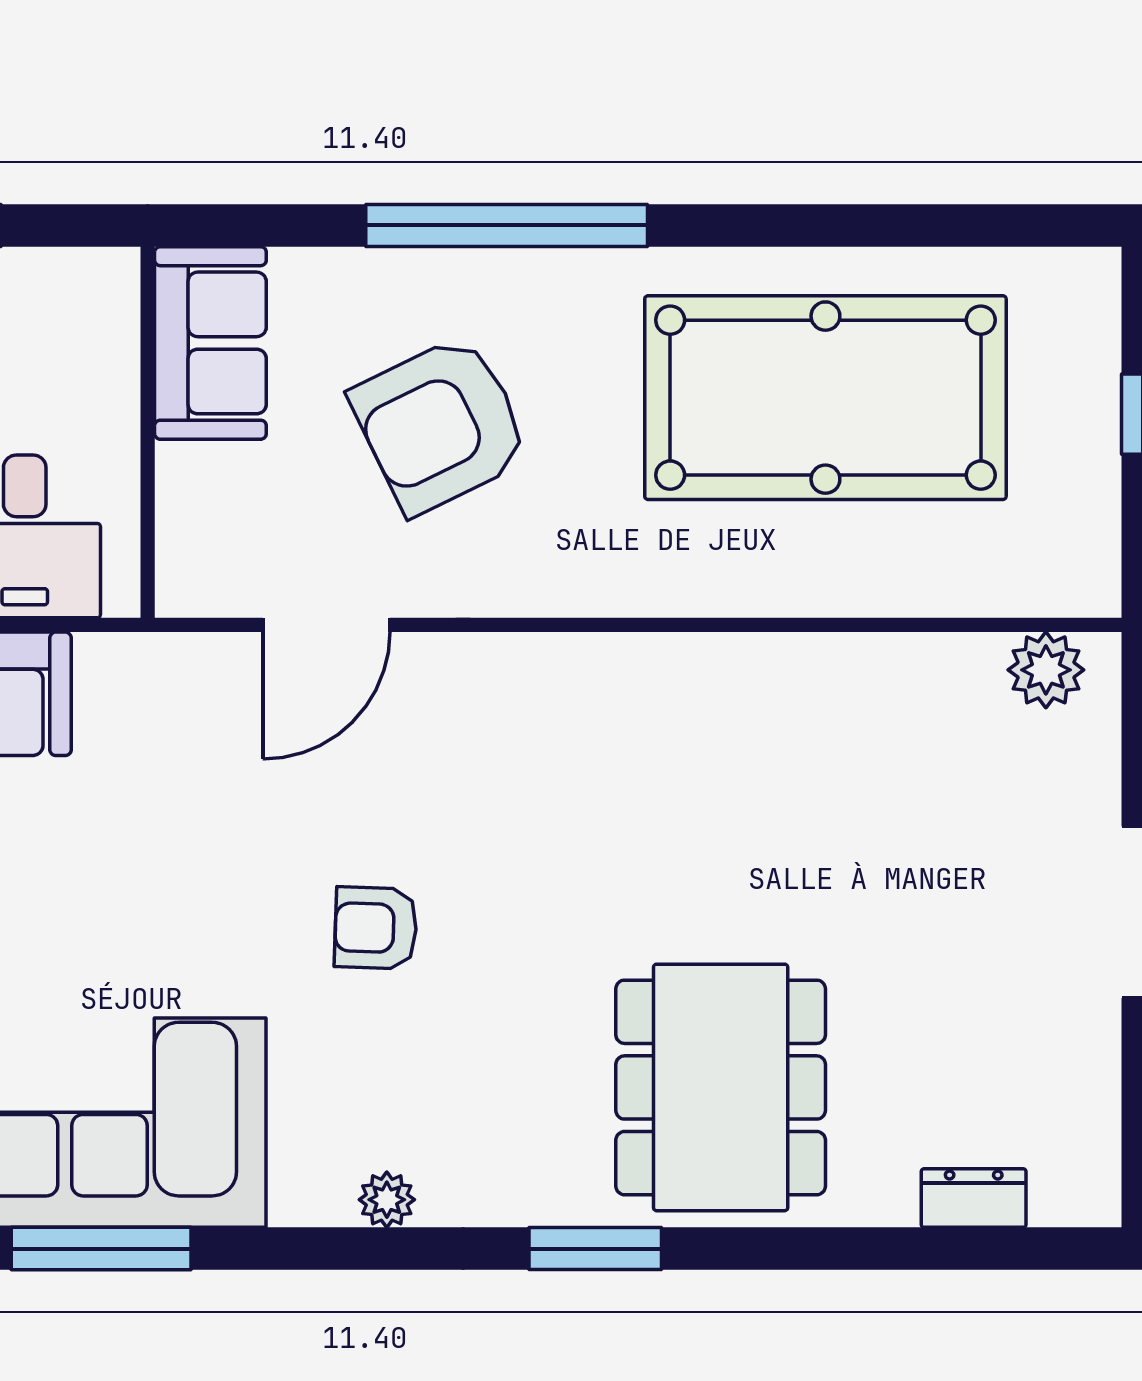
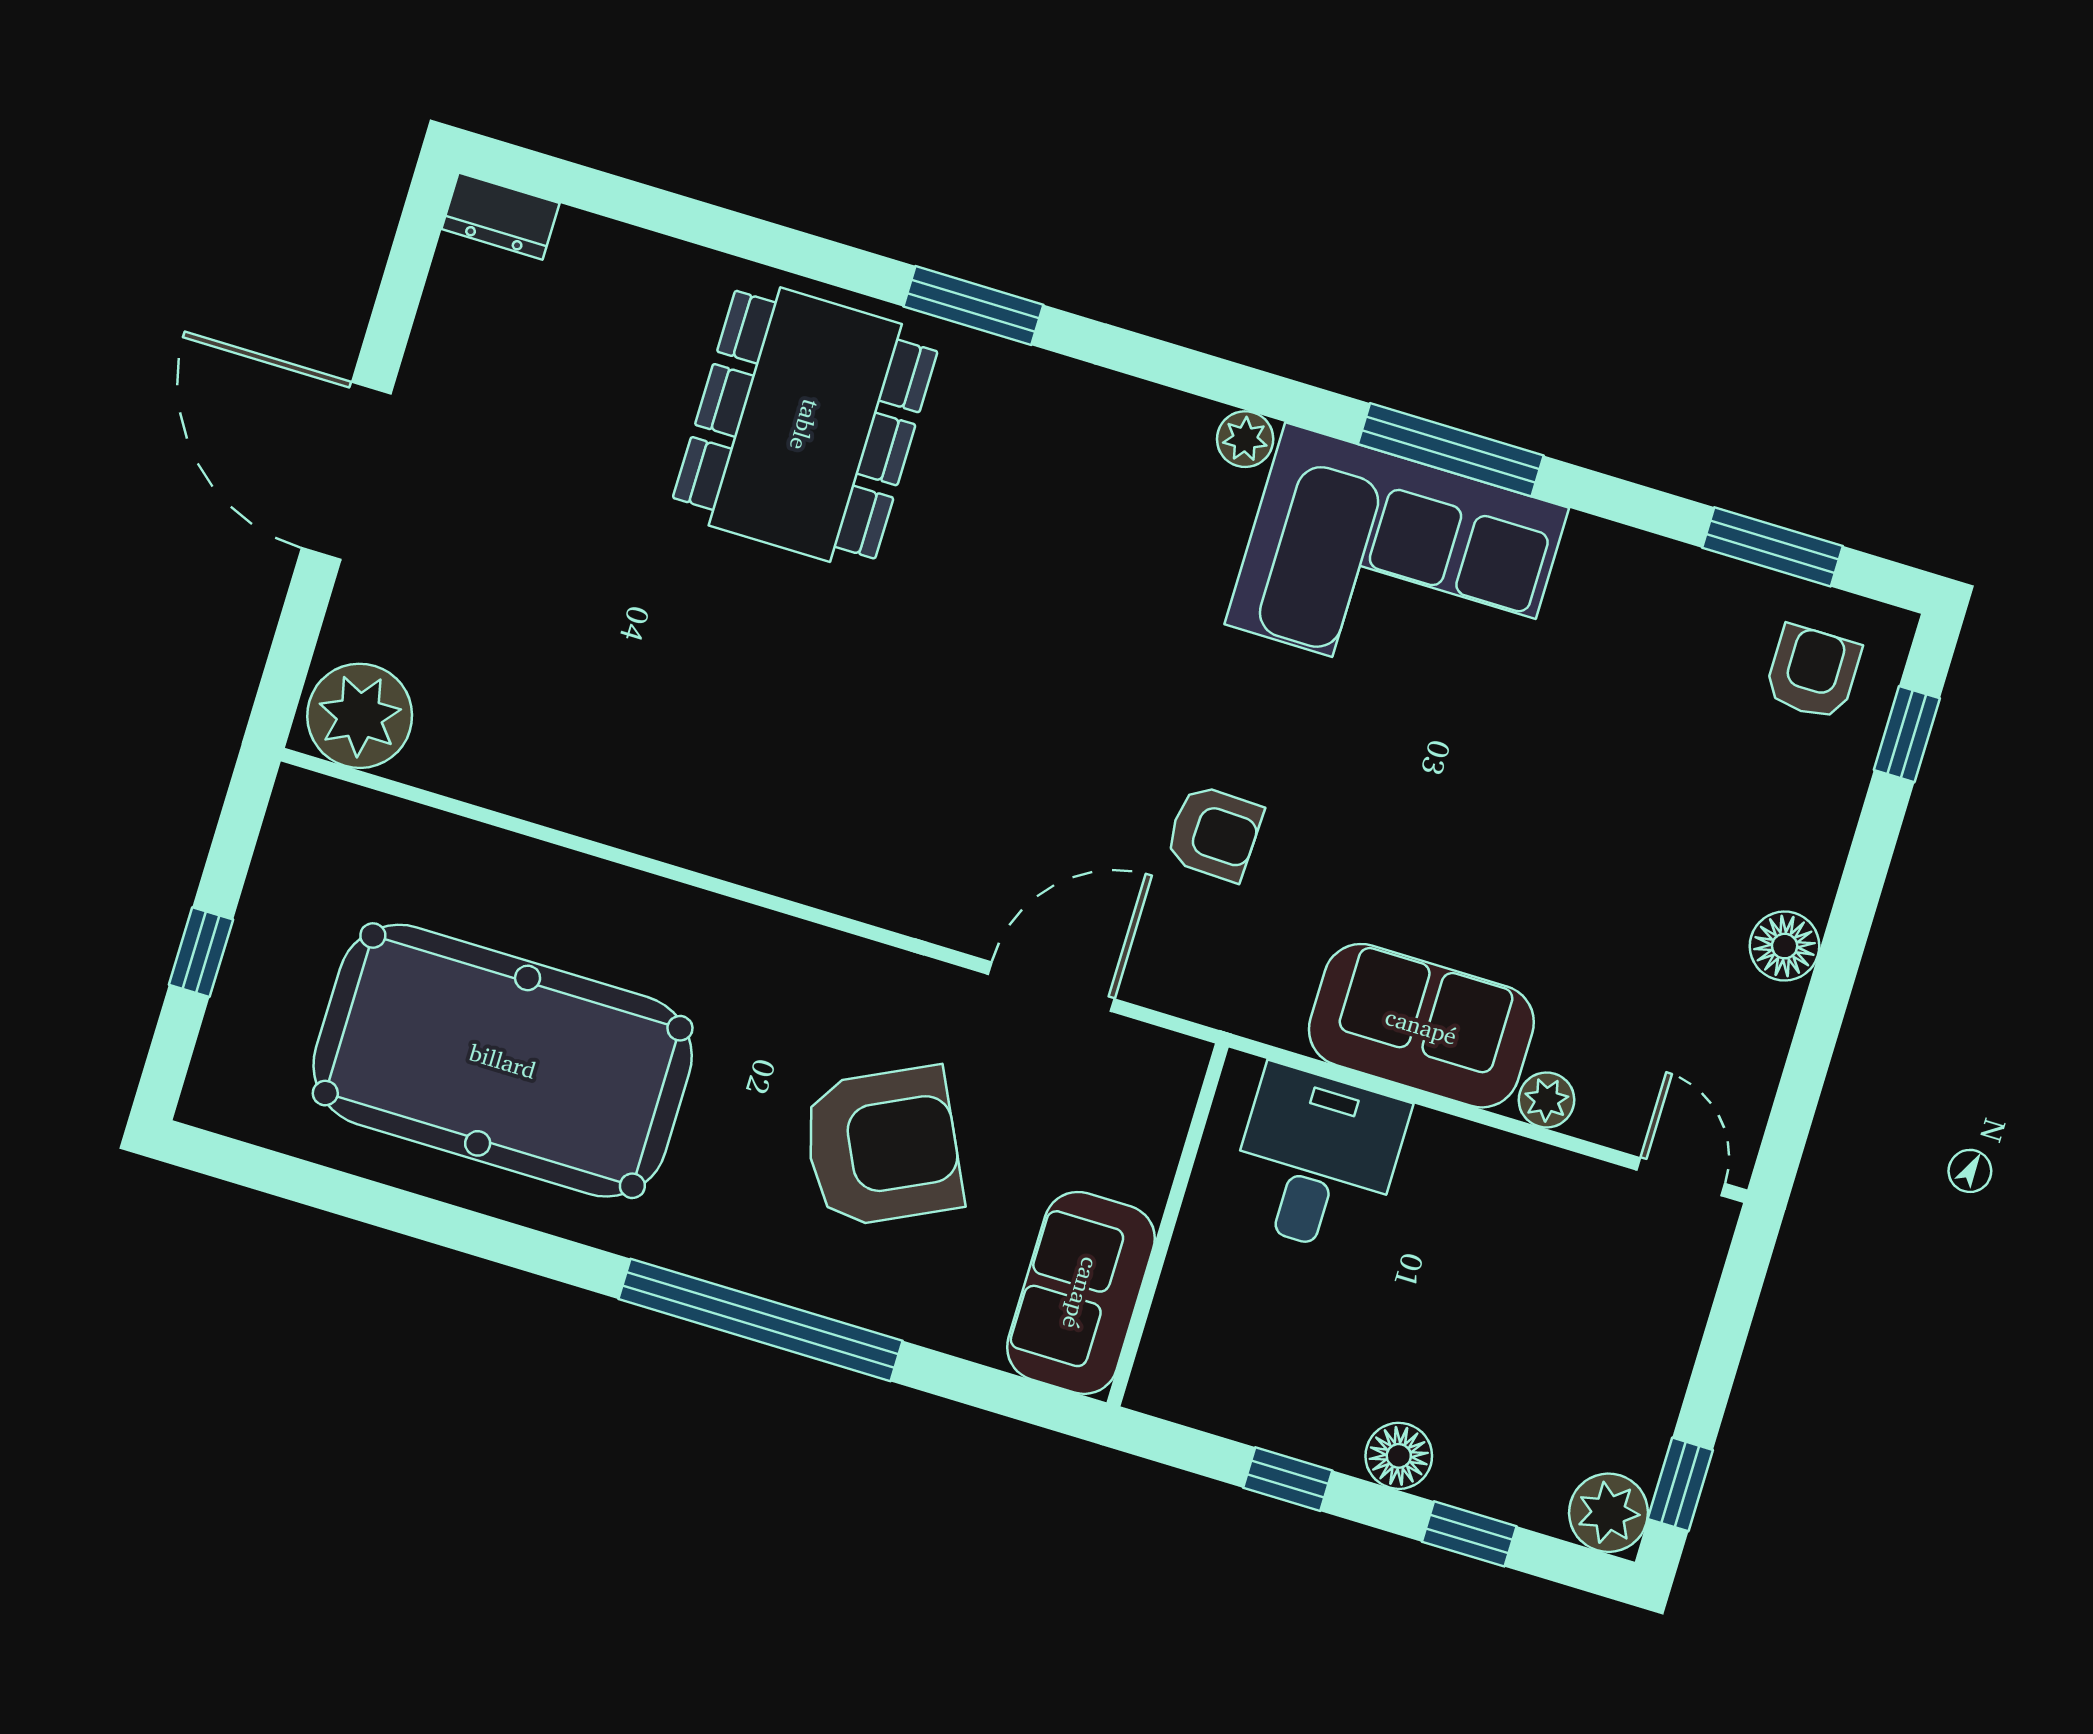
plant: (1046, 670) -> (360, 716), width x1.36, depth x1.36
armchair: (376, 928) -> (1214, 833), moved
dresser: (974, 1198) -> (501, 216), moved
plant: (387, 1200) -> (1245, 439), moved

